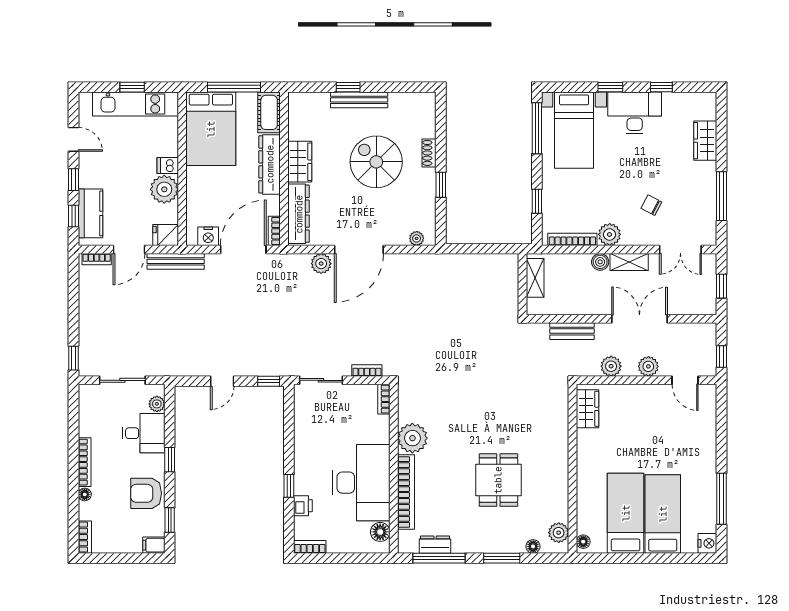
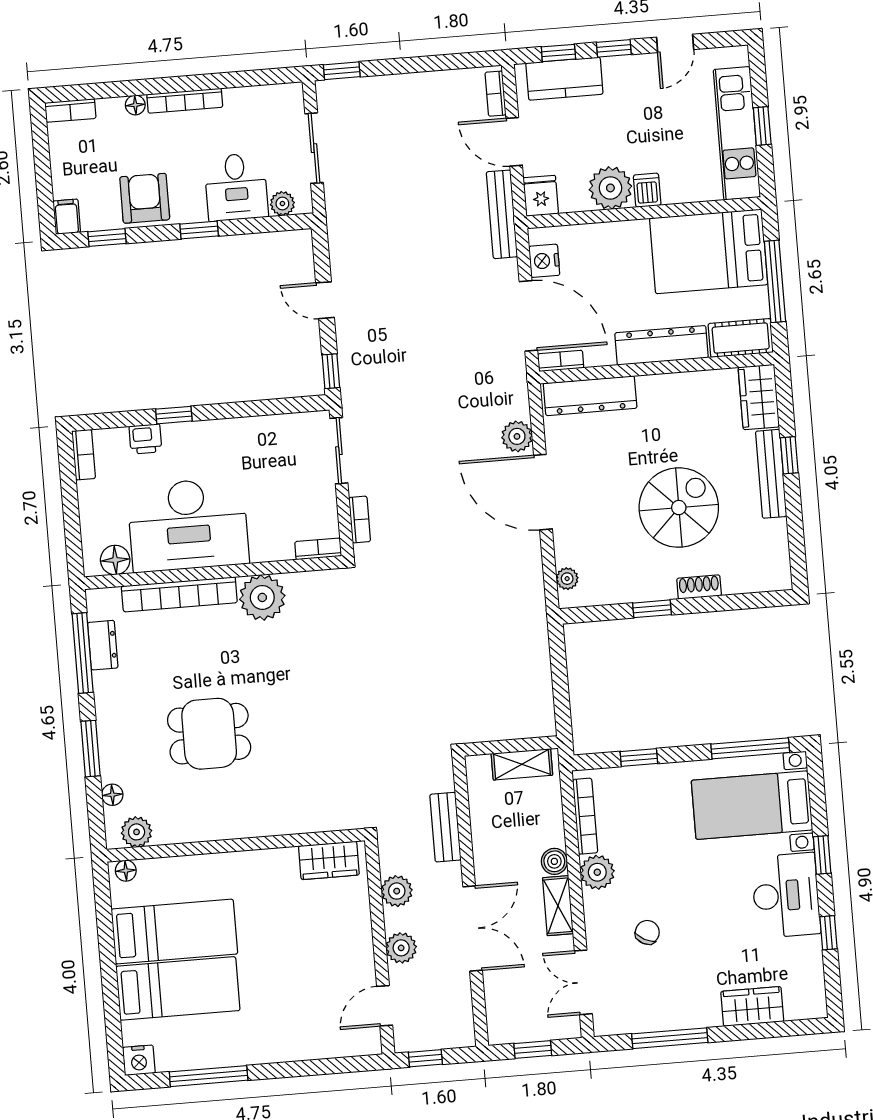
wardrobe: (300, 162) -> (759, 397), moved, turned 90

